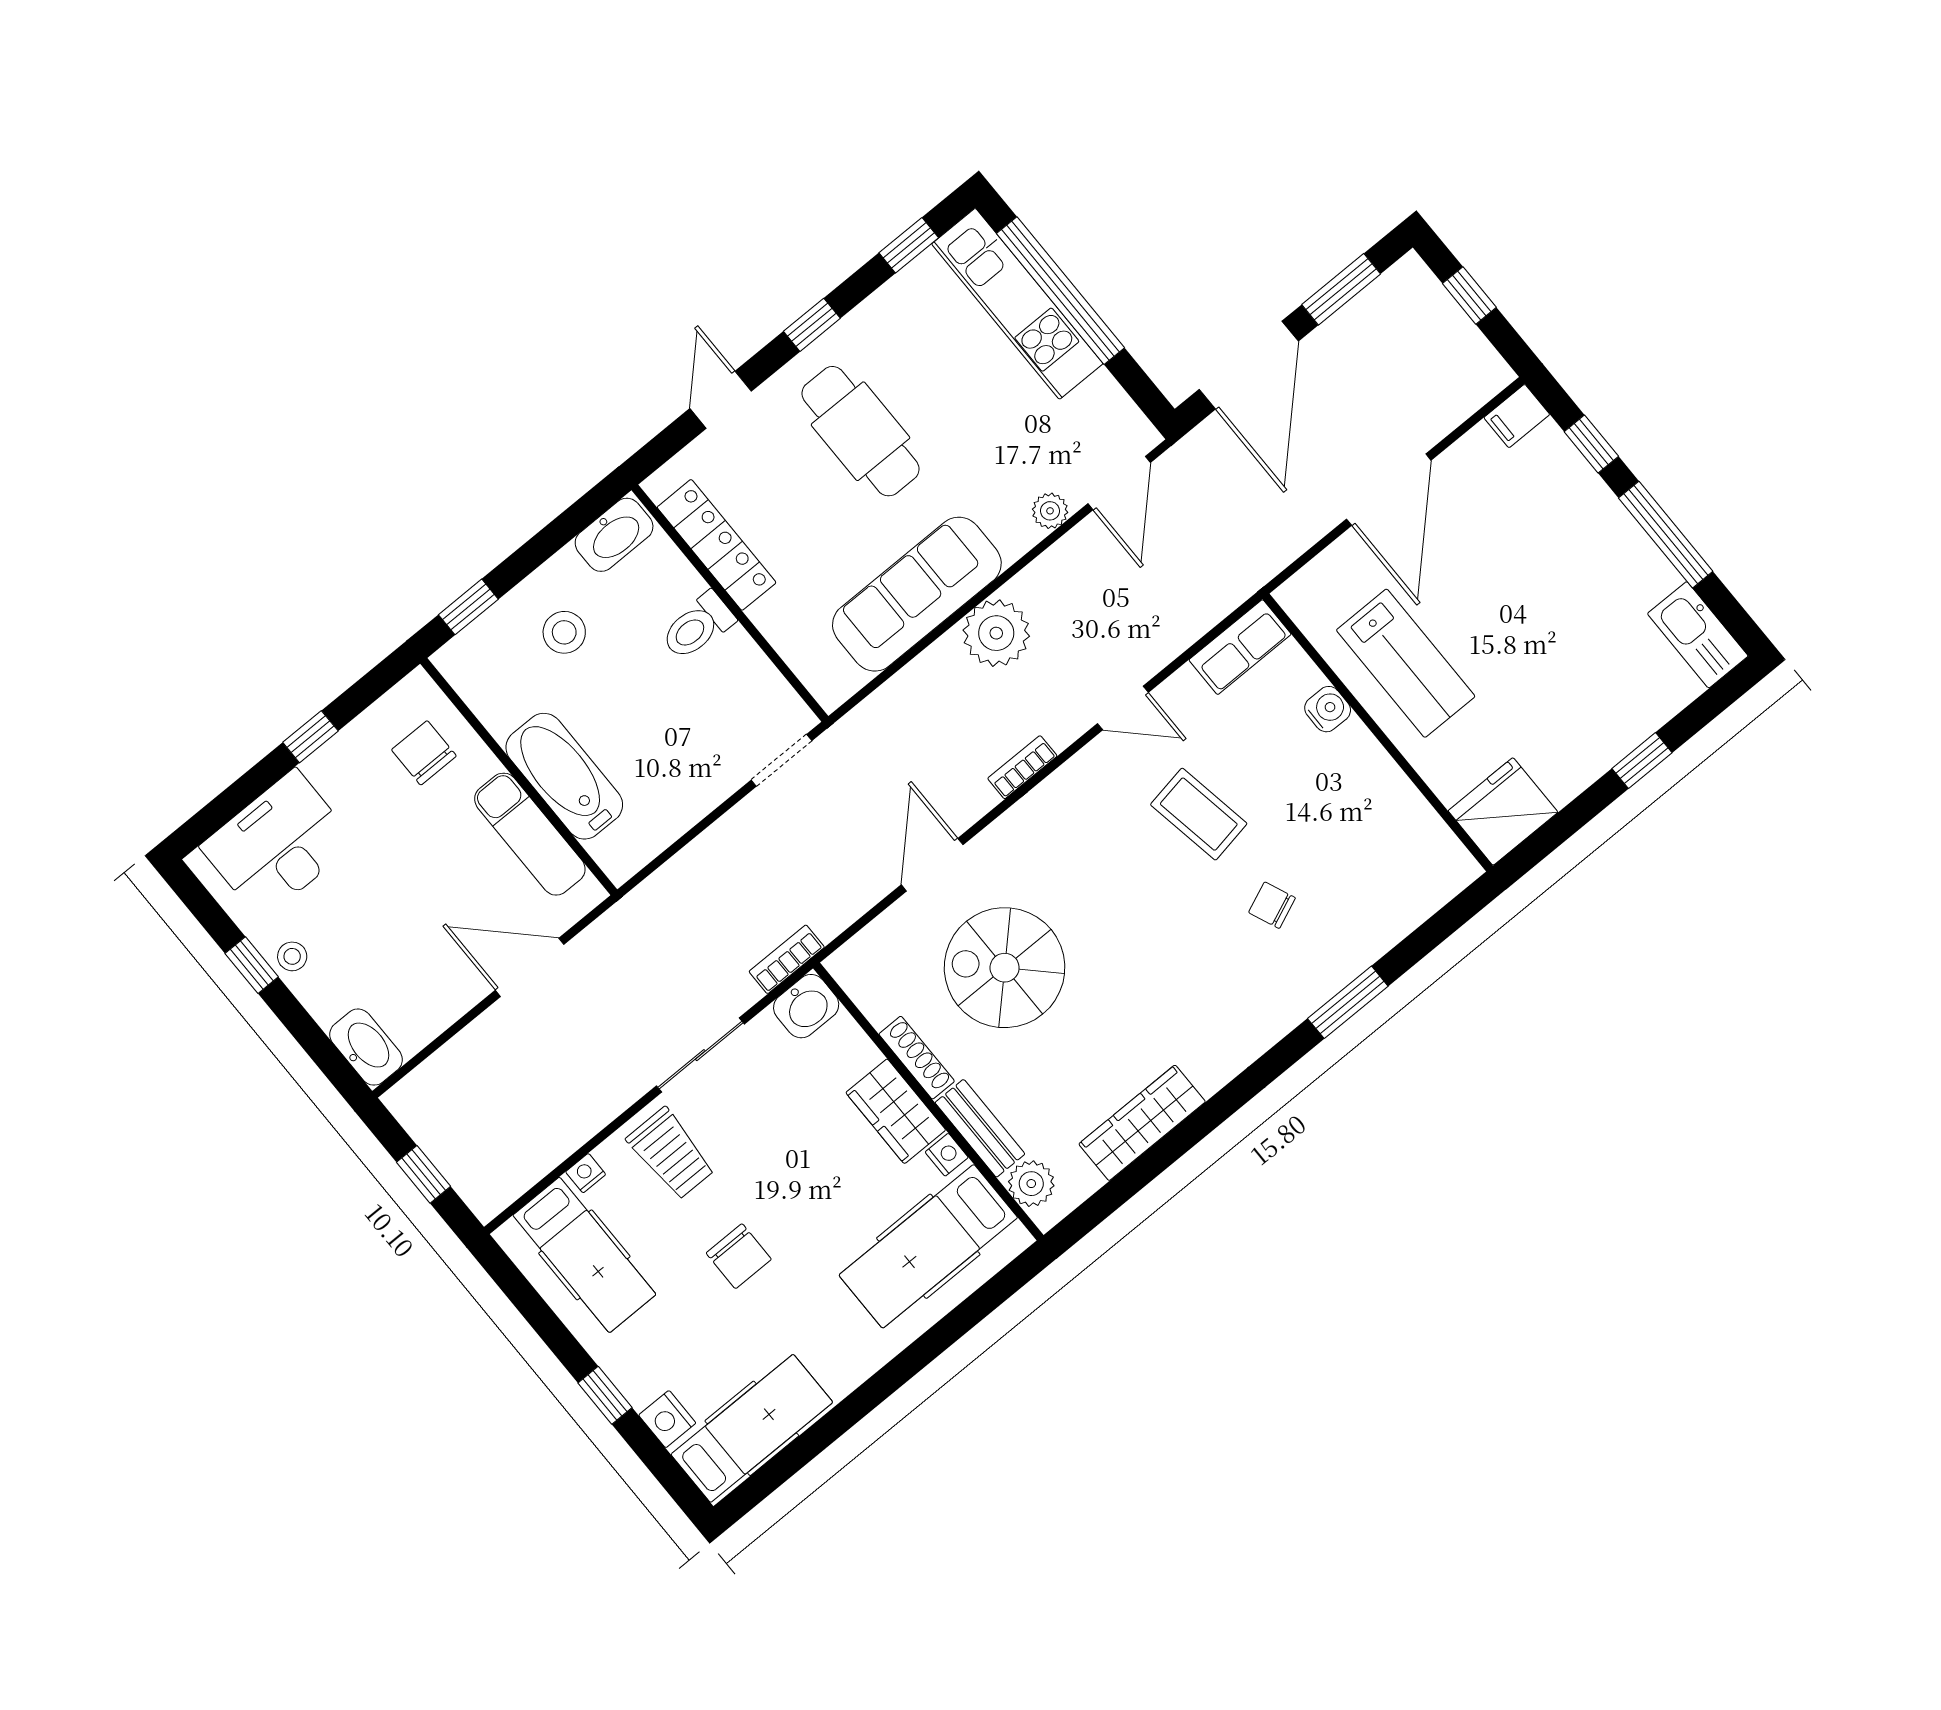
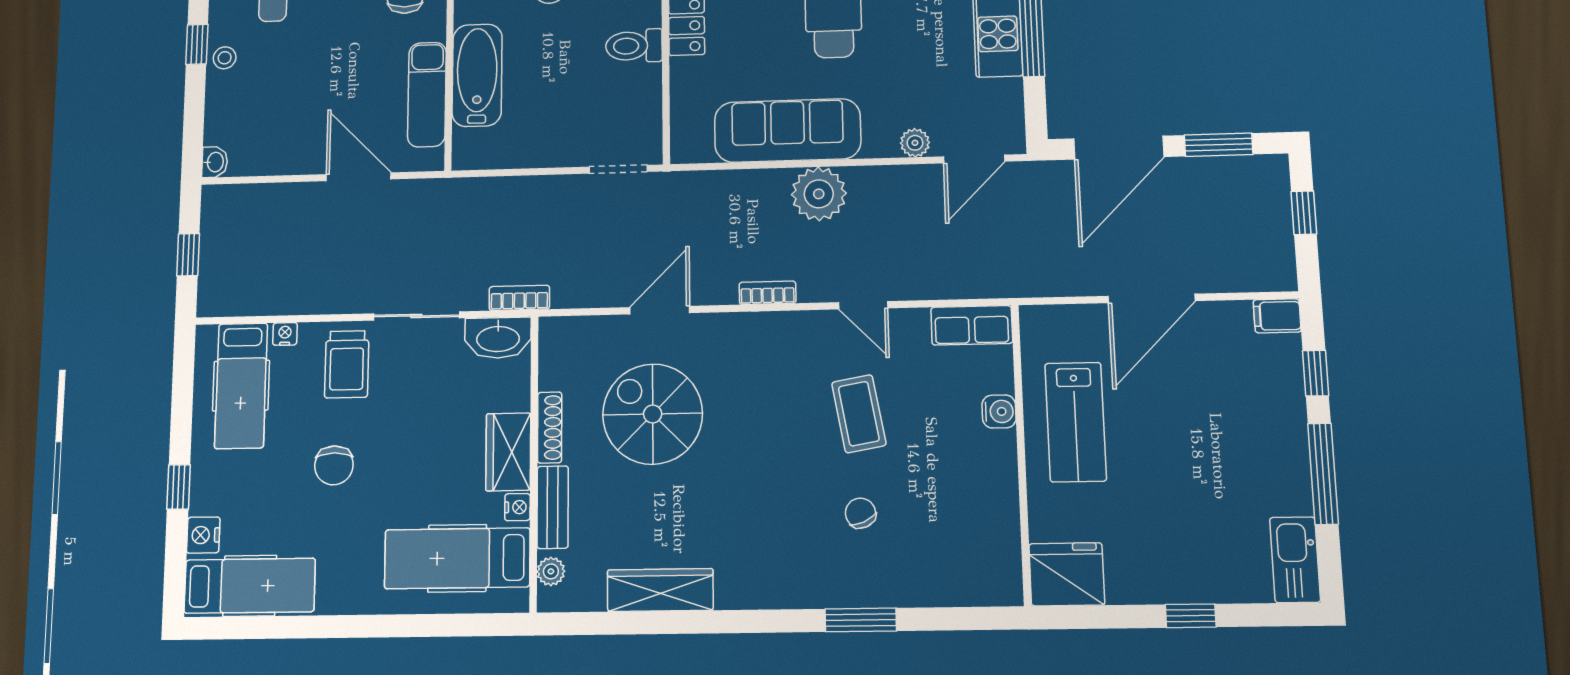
washbasin: (806, 1006) -> (498, 338), width x1.38
washbasin: (366, 1047) -> (215, 162), width x0.52, depth x0.69
plant: (1031, 1184) -> (551, 571), width x0.73, depth x0.73

